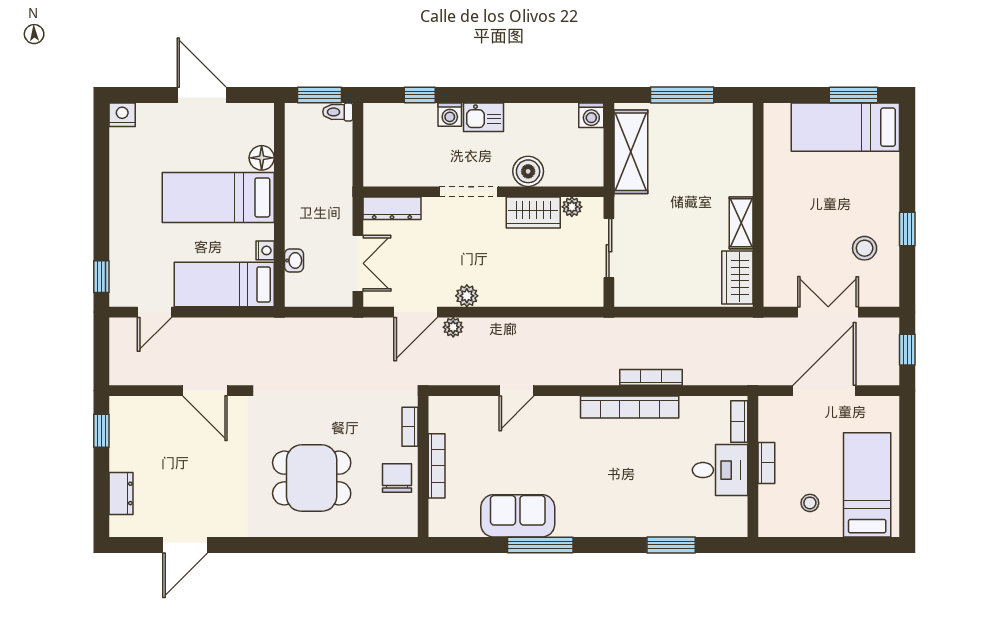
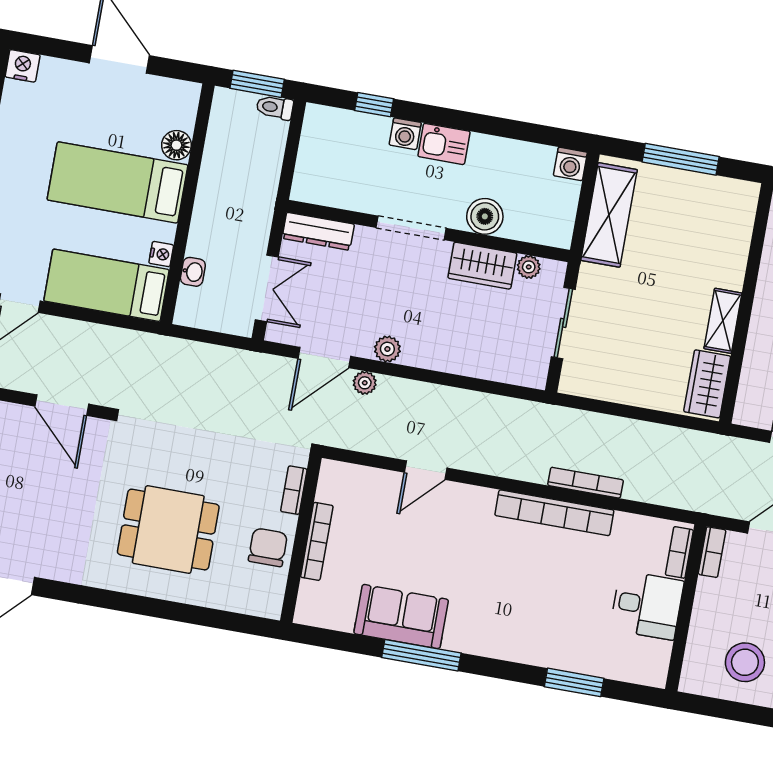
bookcase: (766, 463) -> (712, 552), moved
stool: (810, 503) -> (745, 662), width x1.89, depth x1.89

